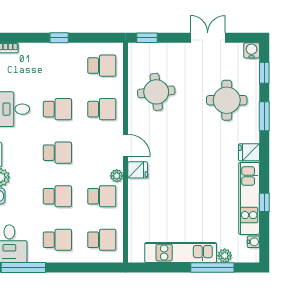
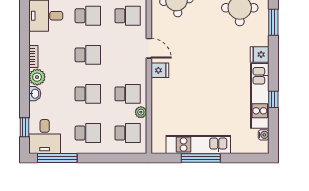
plant: (117, 176) -> (141, 112), moved
plant: (225, 256) -> (238, 147), removed
window: (212, 268) -> (201, 158), moved

